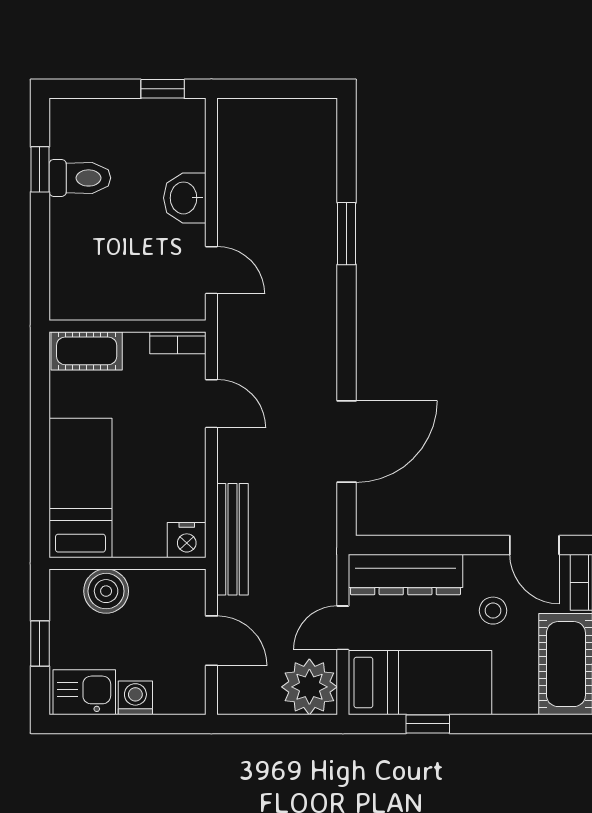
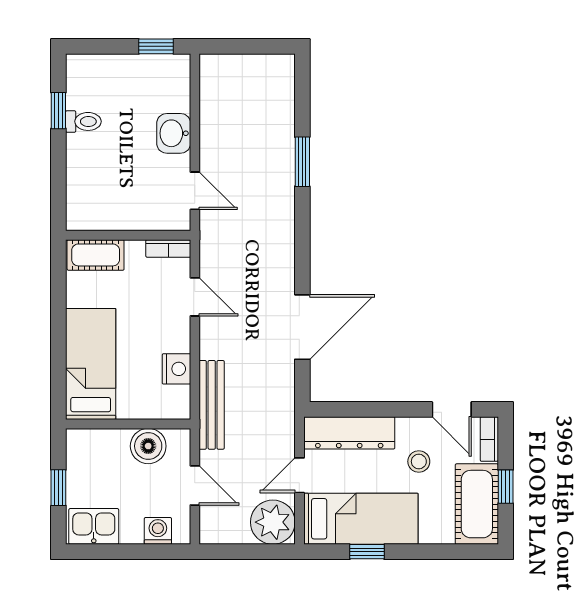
toilet: (80, 178) -> (83, 121), width x0.73, depth x0.72
nightstand: (187, 540) -> (176, 369), moved, turned -90
boiler: (106, 591) -> (148, 446), moved
washing machine: (135, 698) -> (158, 531), moved

